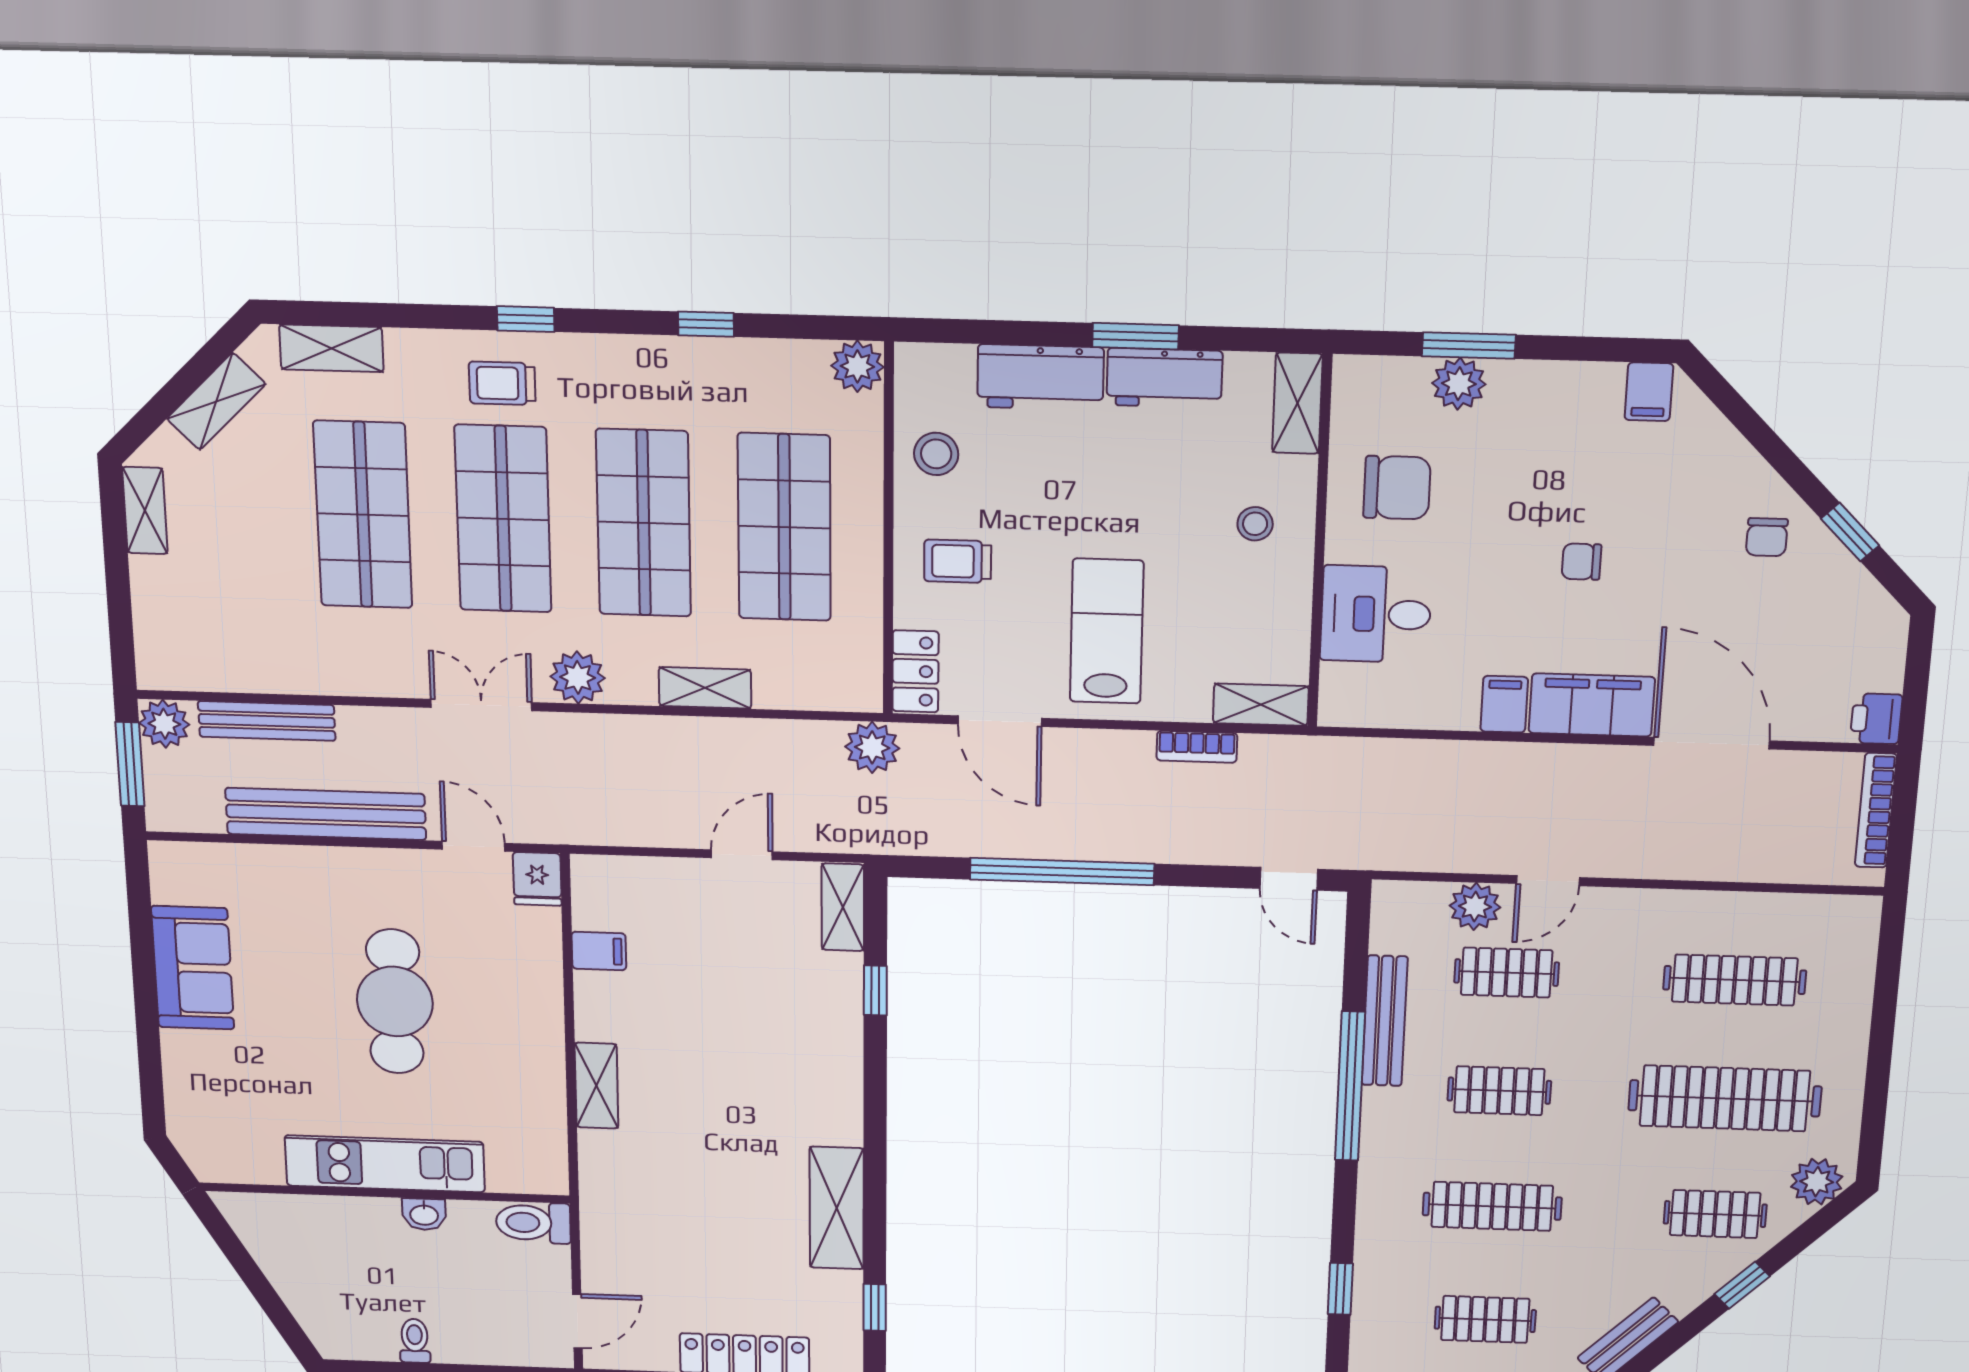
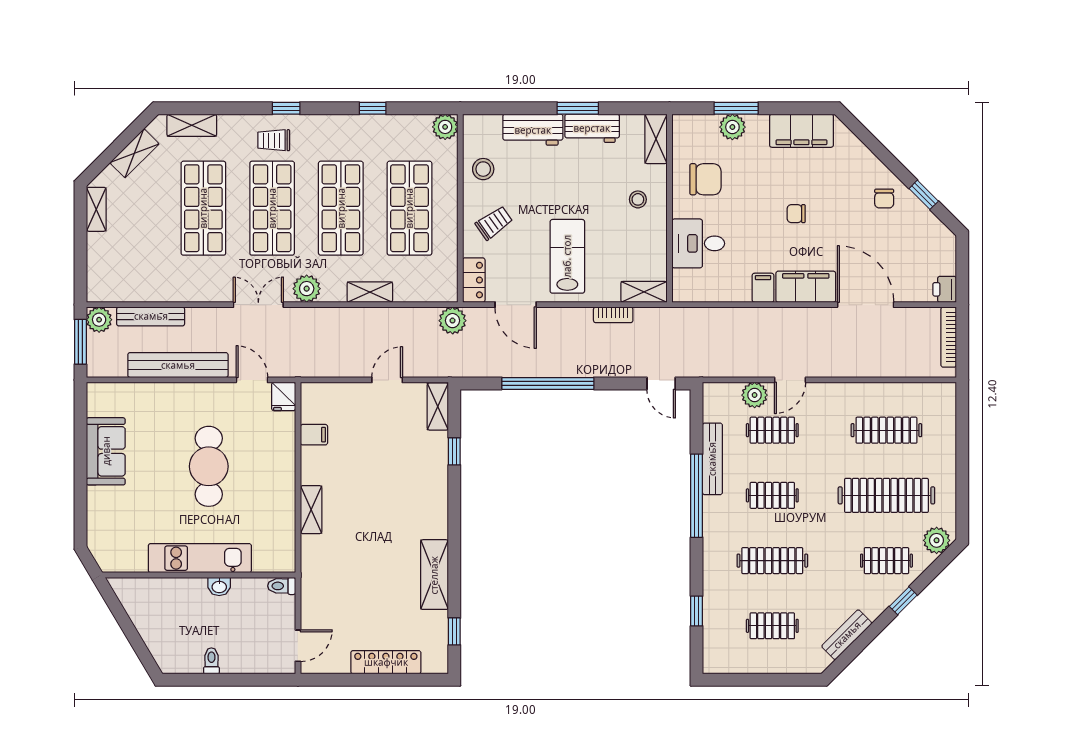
filing cabinet: (1649, 392) -> (801, 131), width x3.00, depth x1.17
trolley: (958, 561) -> (494, 223), turned 145
toilet: (533, 1223) -> (282, 586), width x0.73, depth x0.72

